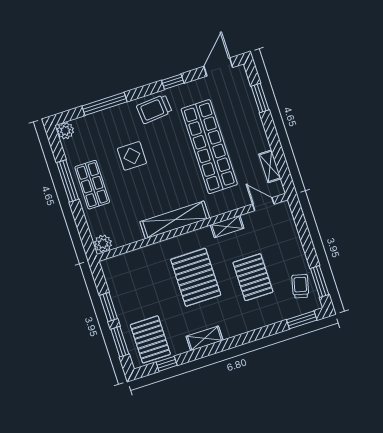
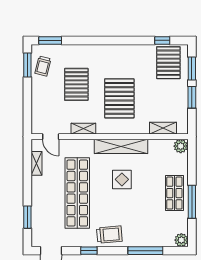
display table: (132, 156) -> (122, 179), moved
shelving: (205, 338) -> (163, 128), moved

